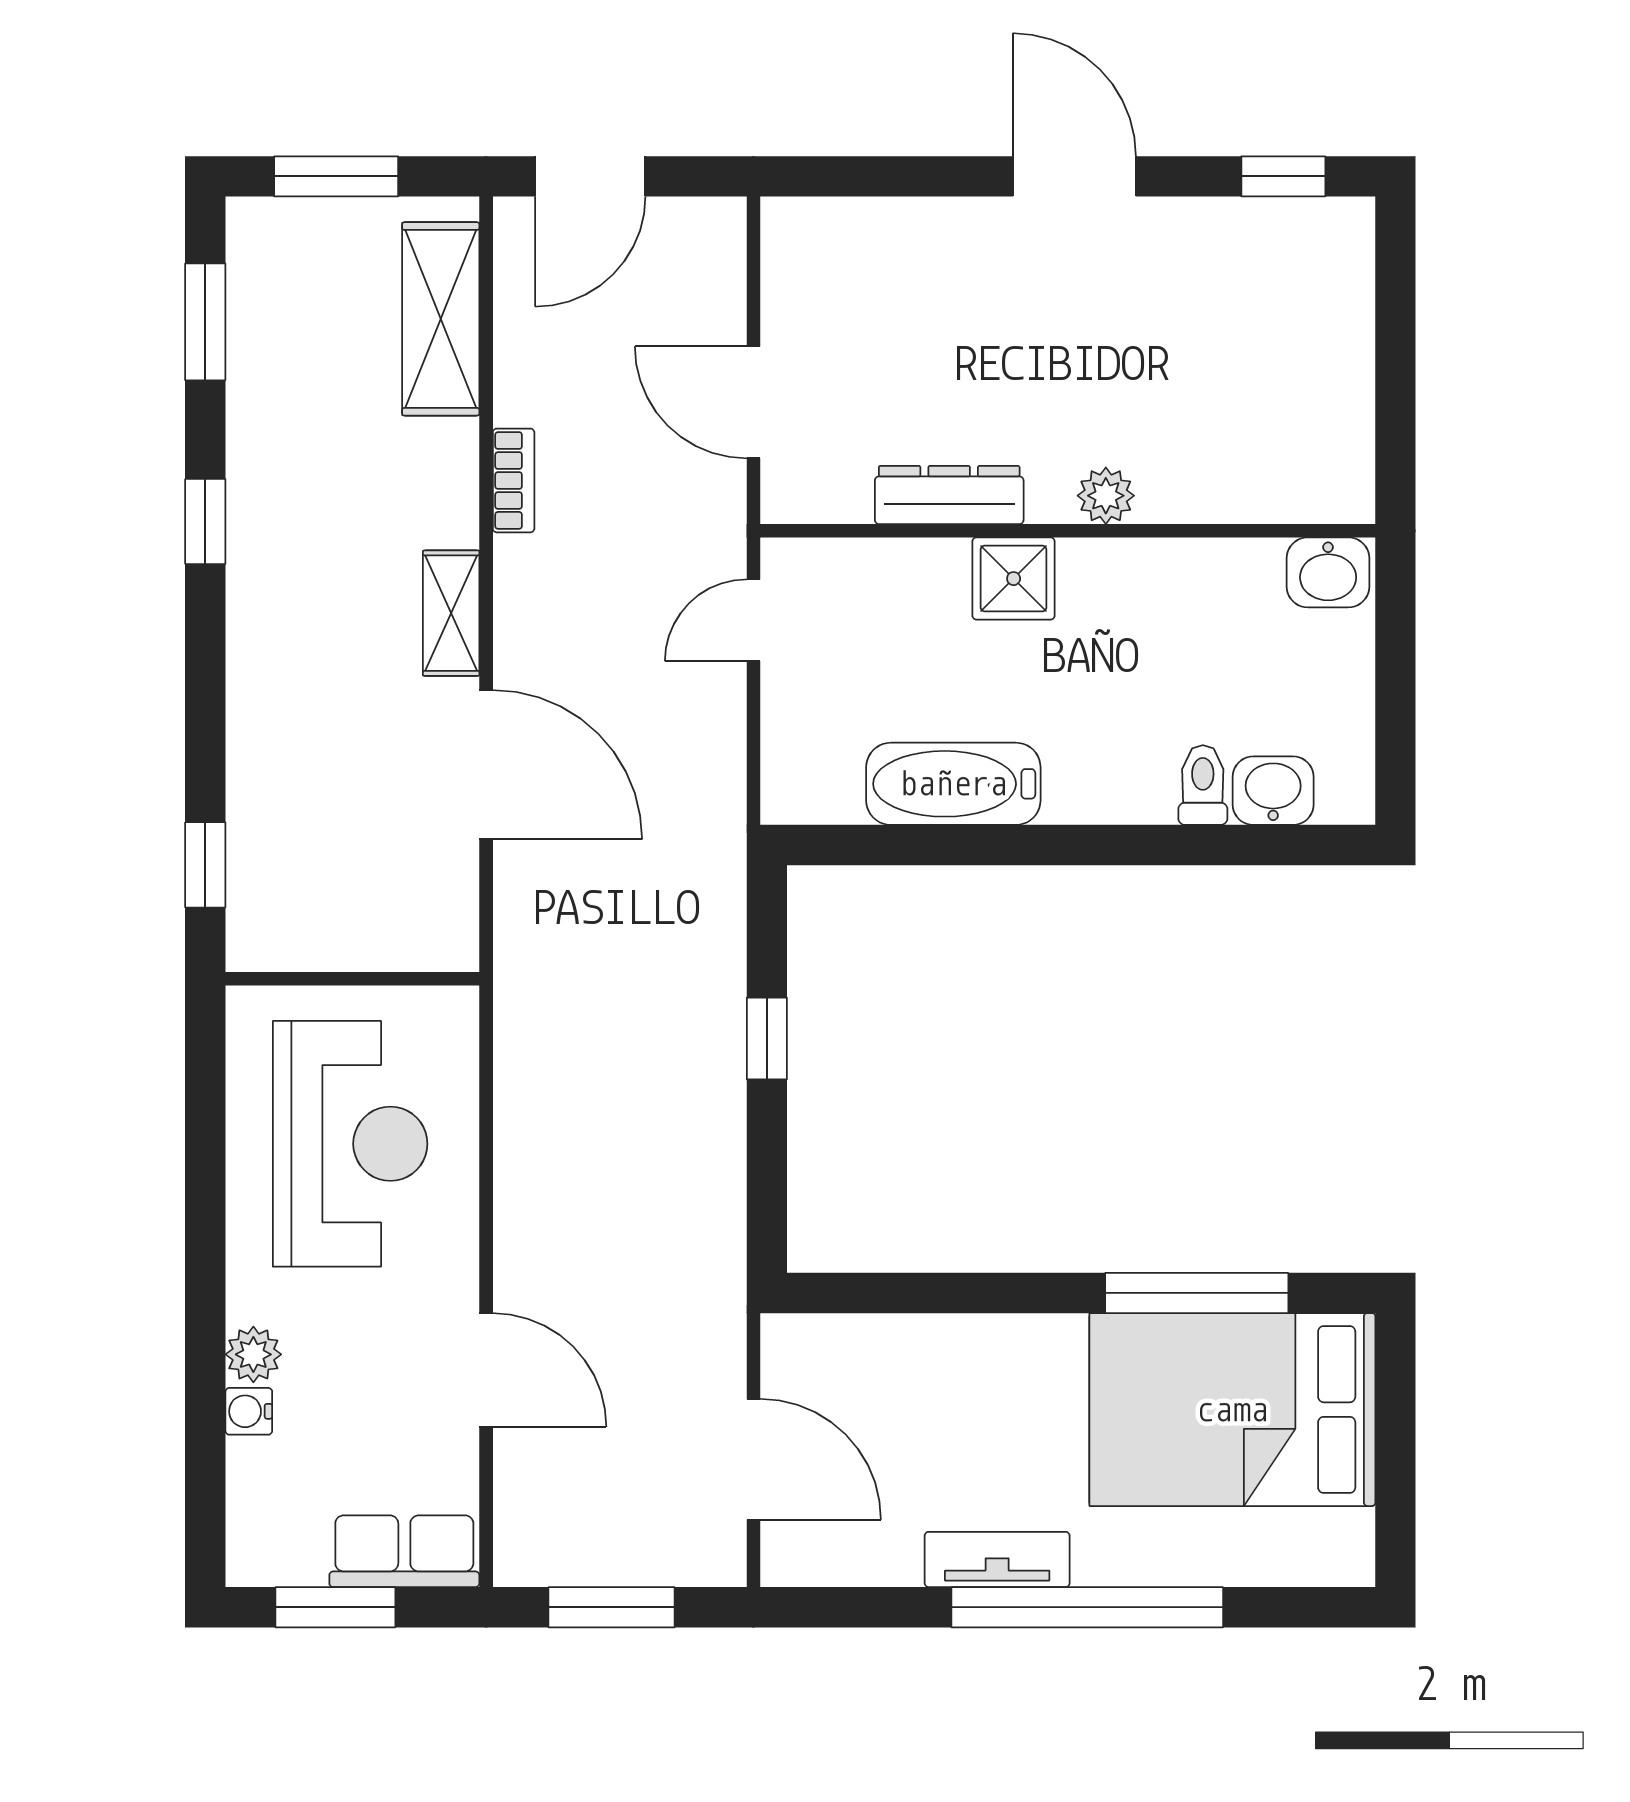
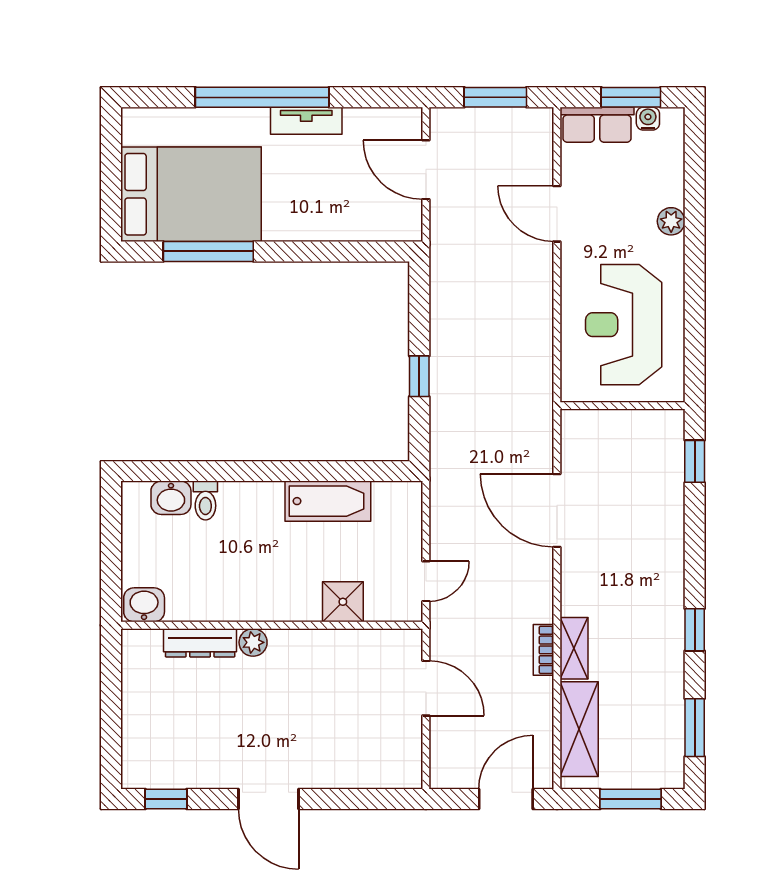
dresser: (949, 495) -> (200, 643), moved
shower: (1014, 579) -> (343, 602), moved
shelving: (451, 613) -> (574, 648), moved
water cooler: (249, 1411) -> (648, 119), moved, turned -90

